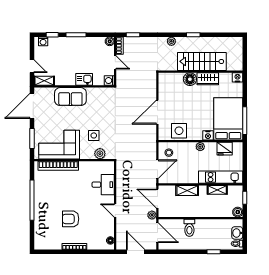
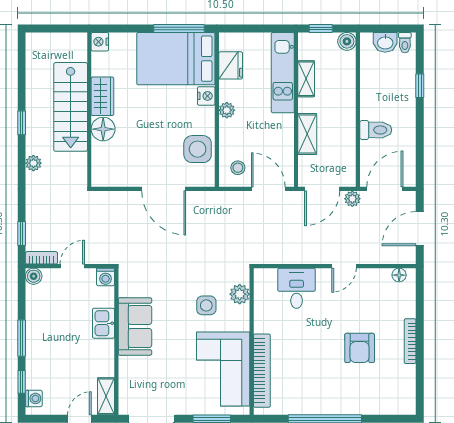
sofa: (70, 97) -> (135, 326), moved

